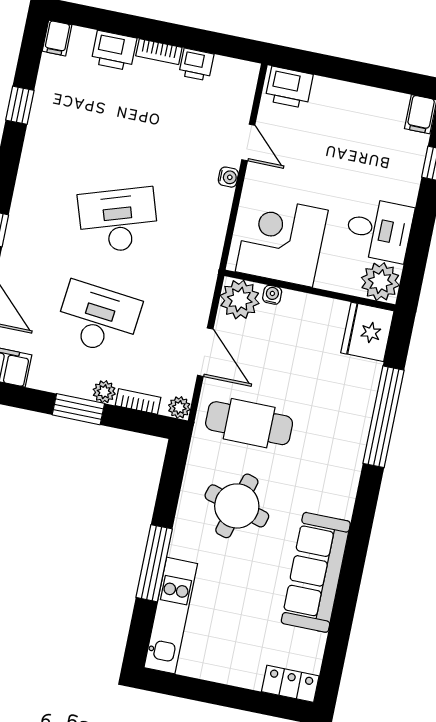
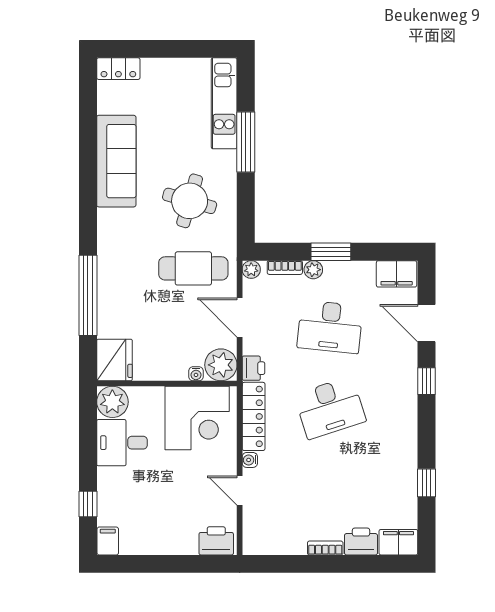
filing cabinet: (57, 38) -> (398, 542), width x2.00
printer: (196, 65) -> (253, 368), moved, turned 90
locker: (213, 229) -> (254, 416), added

